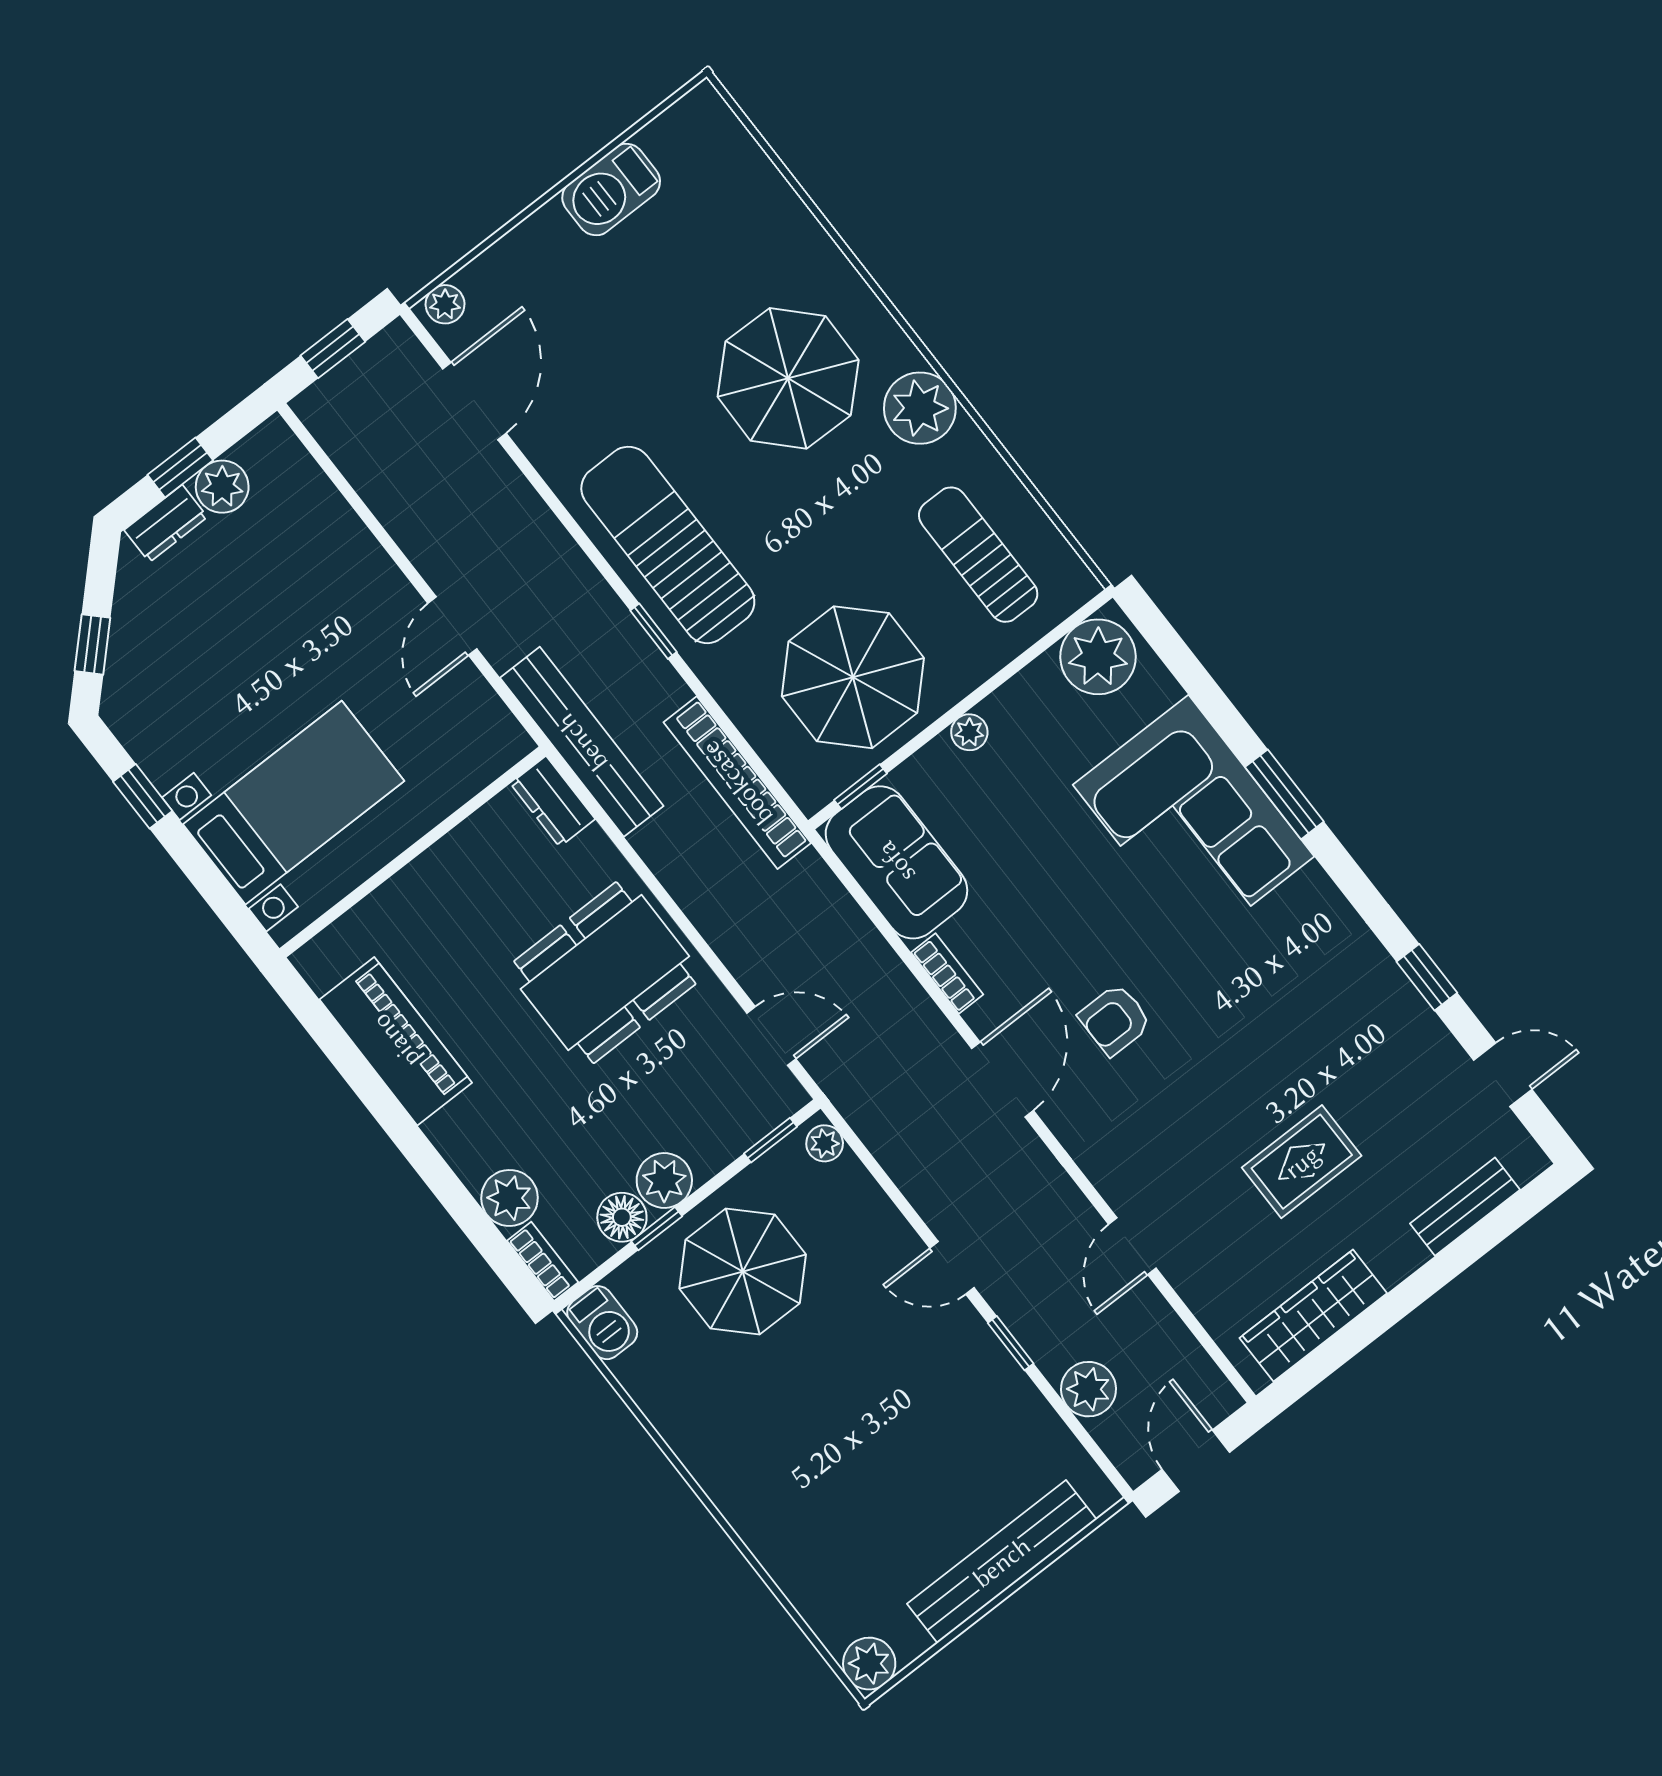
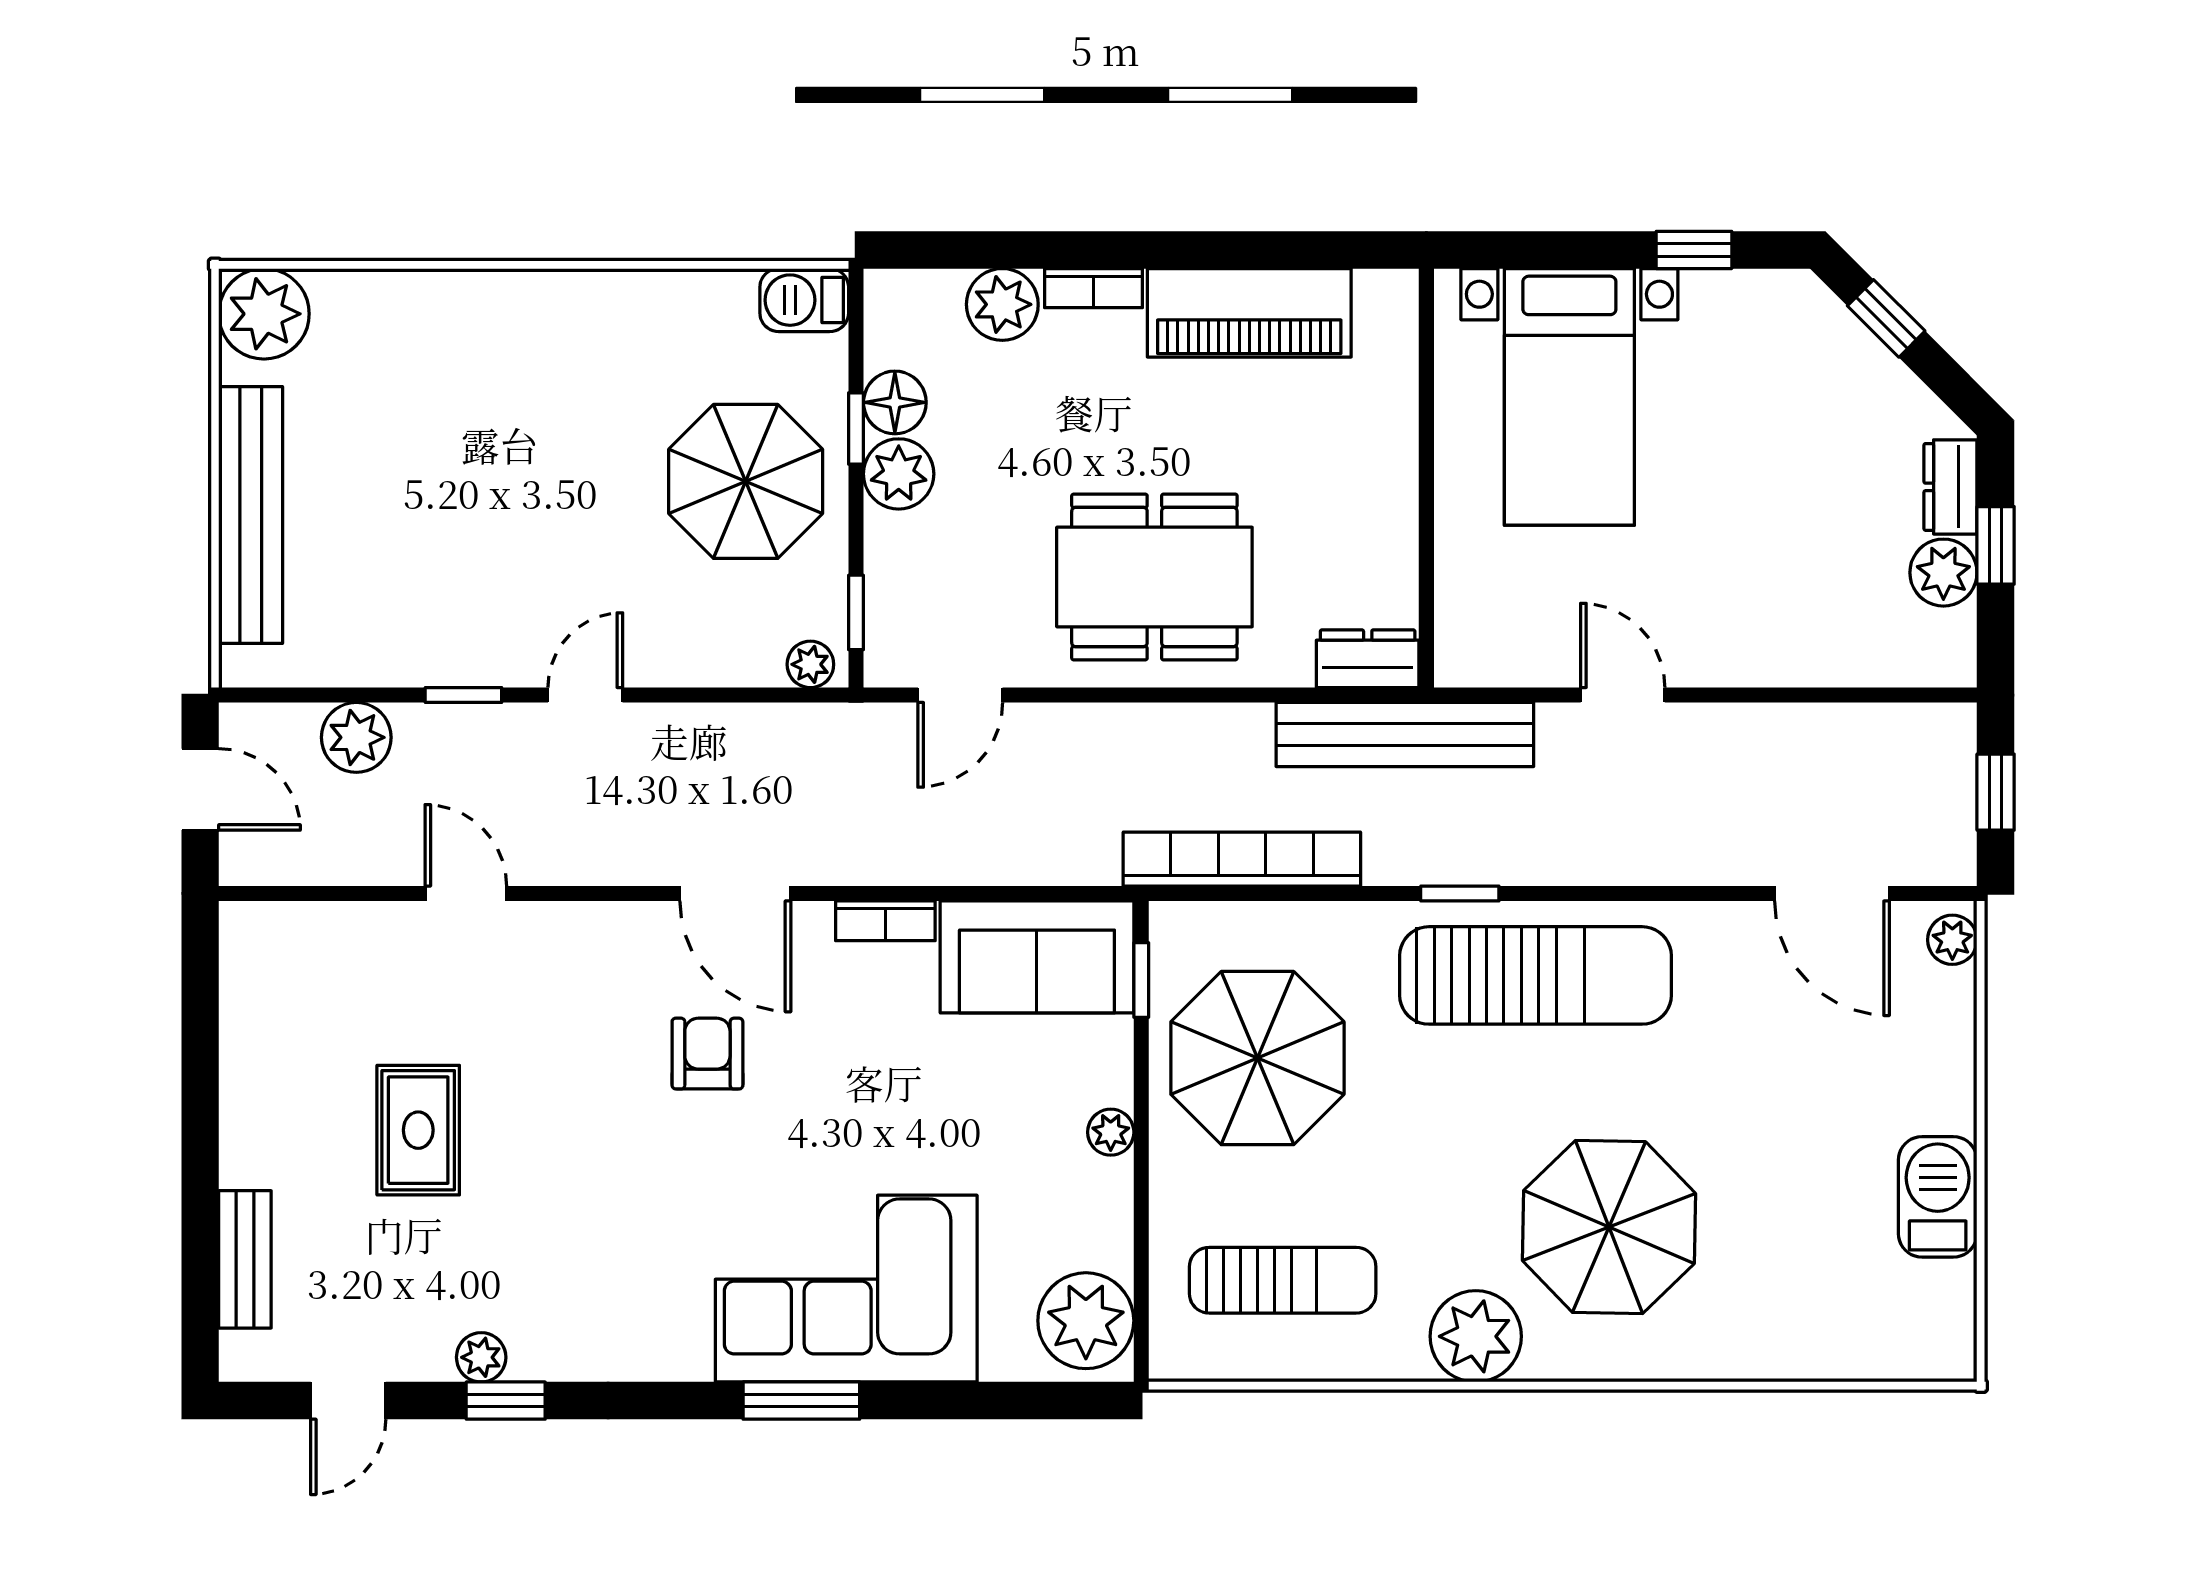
dining table: (605, 973) -> (1154, 577), turned 90
plant: (1412, 1013) -> (481, 1357), added
bookcase: (543, 1261) -> (1093, 288), moved
wardrobe: (1313, 1316) -> (254, 1021), removed
plant: (869, 1664) -> (264, 314), width x1.36, depth x1.36

